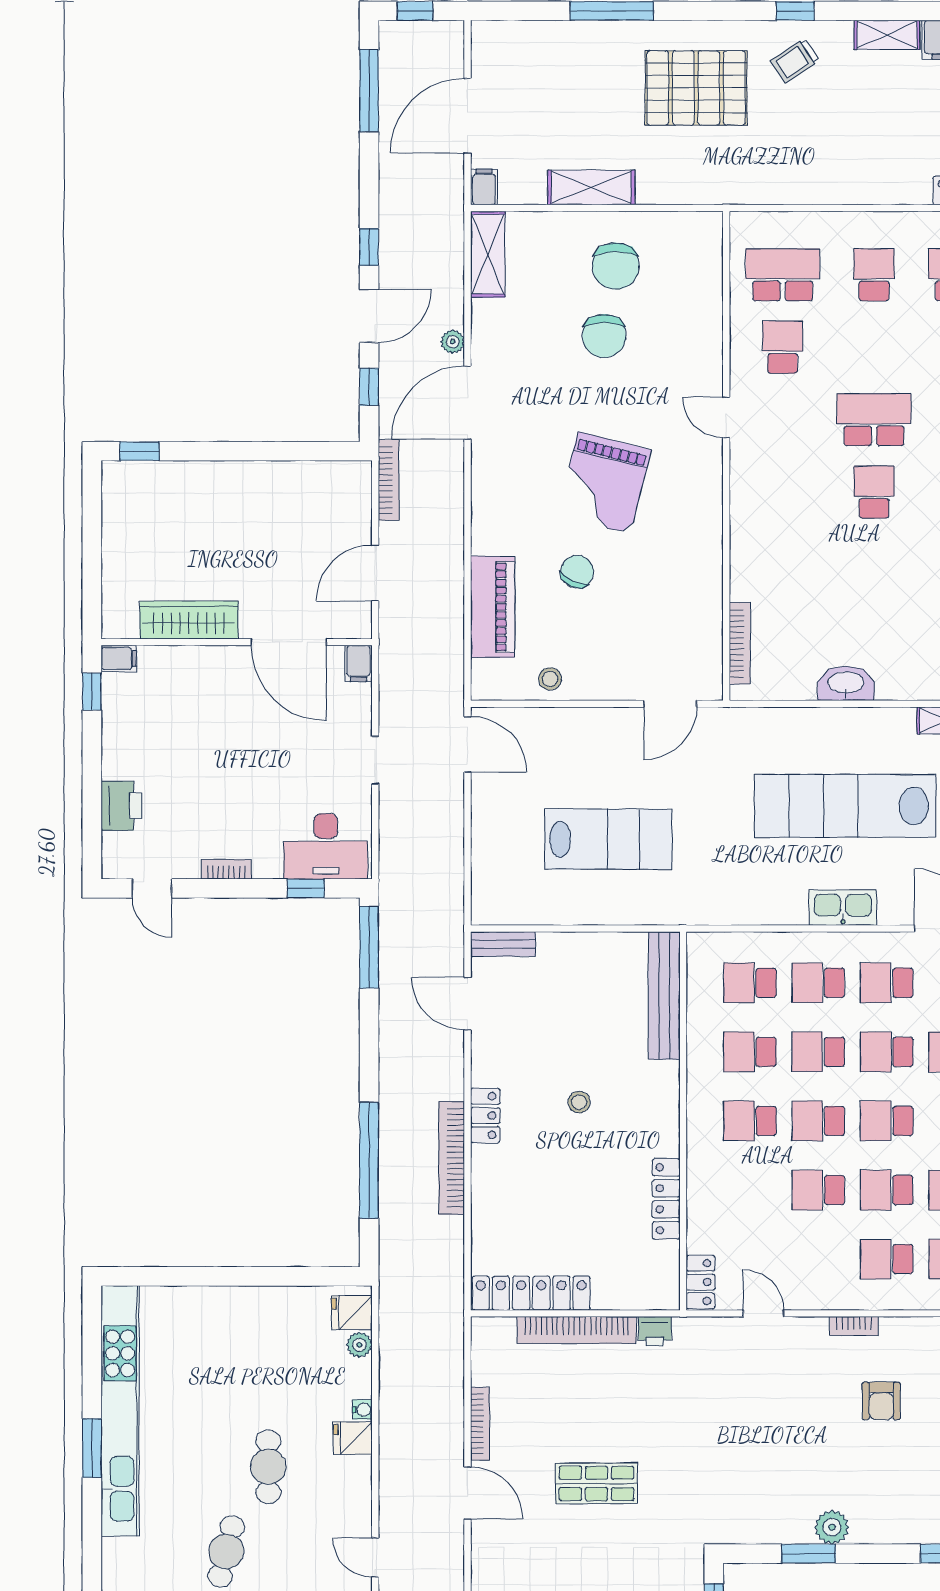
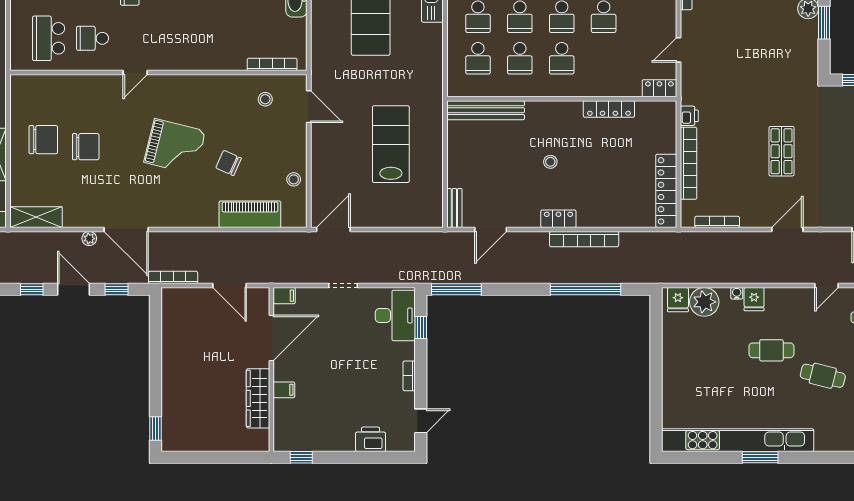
stool: (682, 632) -> (265, 99), added
filing cabinet: (119, 658) -> (284, 390), moved, turned 90
plant: (359, 1345) -> (704, 302), width x1.88, depth x1.88
bookcase: (480, 1424) -> (717, 222), moved

